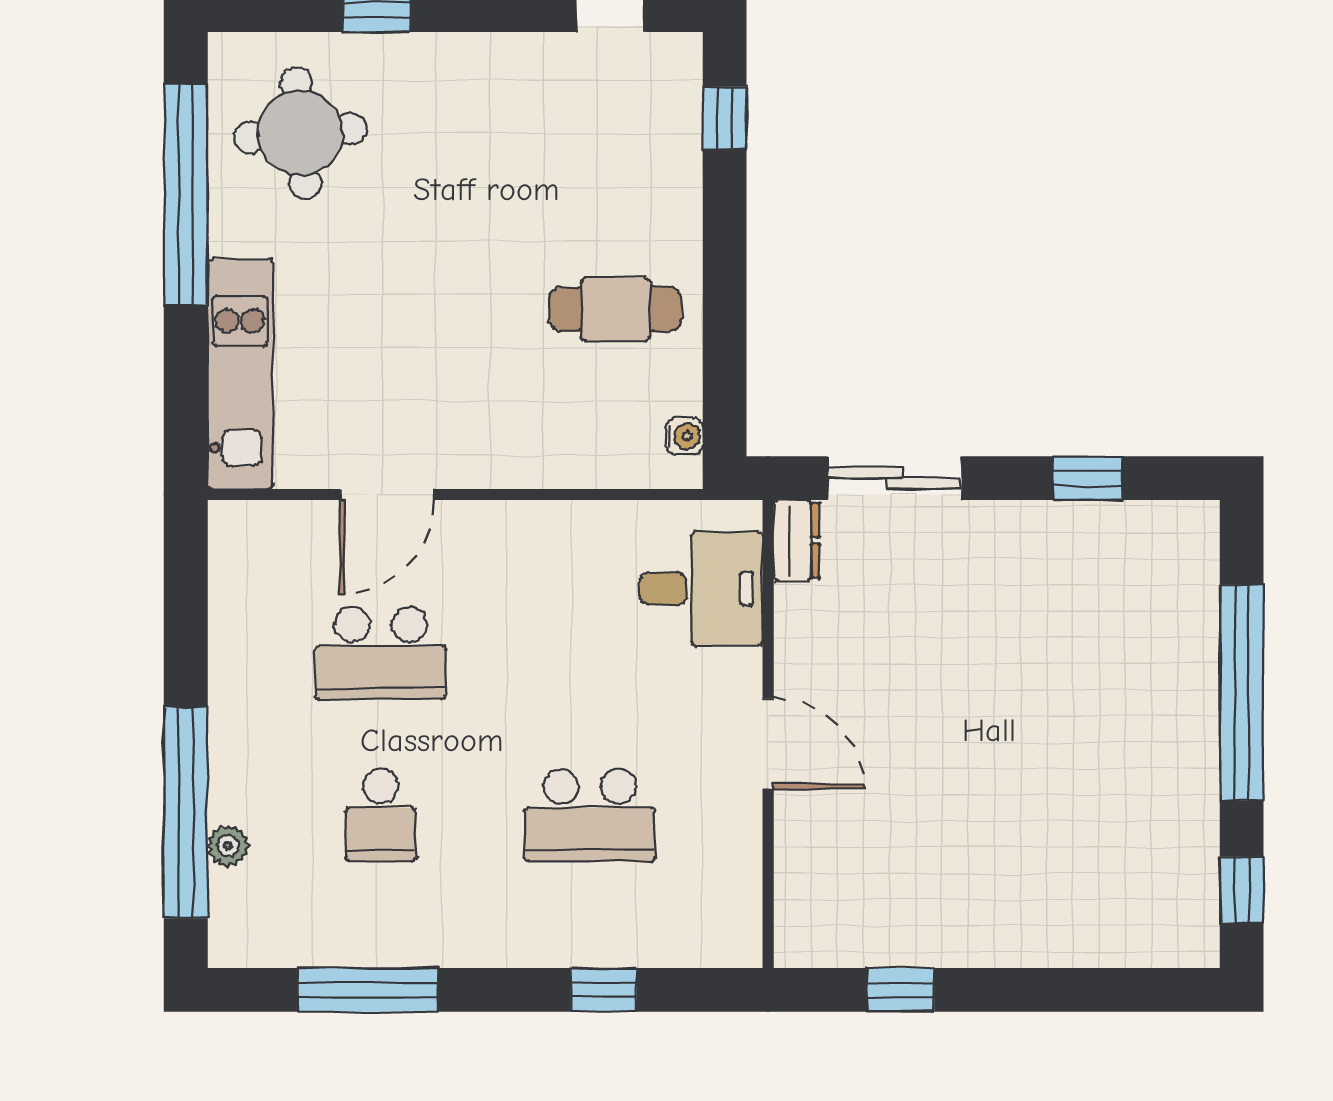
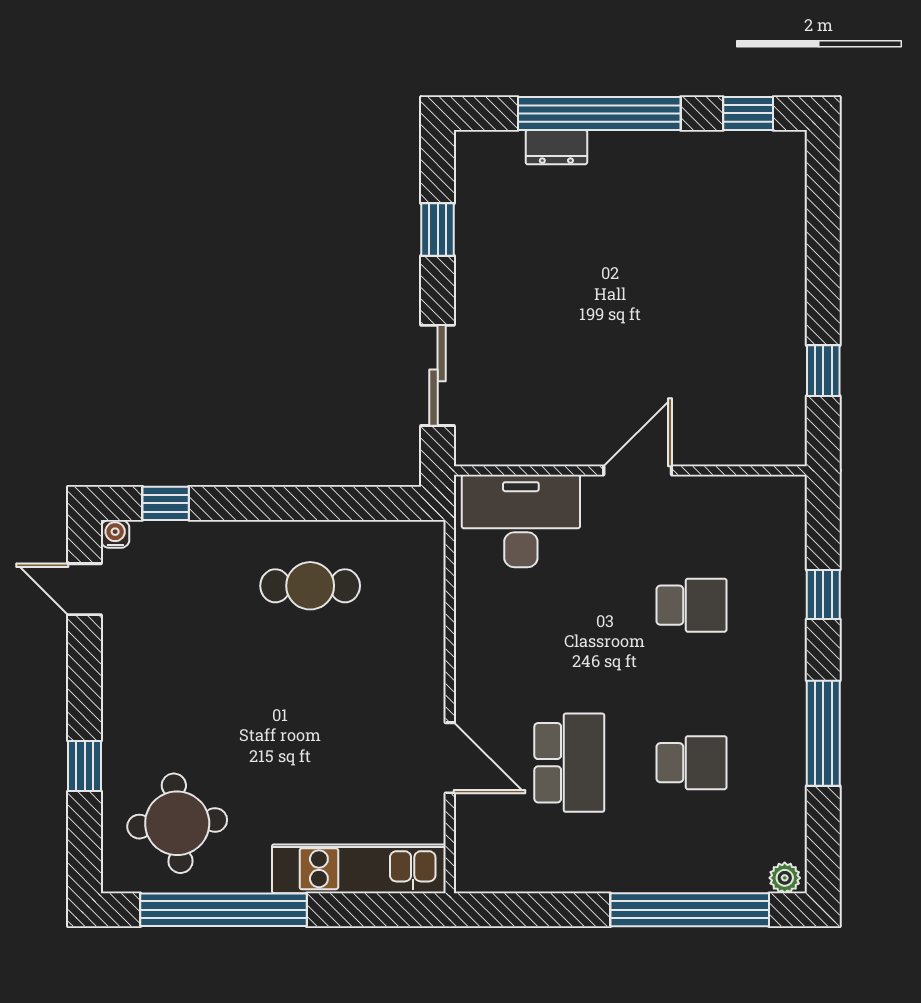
cafe table: (615, 309) -> (310, 586), turned 90
water cooler: (684, 436) -> (115, 534), moved
dresser: (796, 541) -> (556, 147), moved, turned 180
desk: (701, 589) -> (521, 521), width x1.37
school desk: (590, 815) -> (692, 605), width x0.54
plant: (228, 846) -> (785, 878), moved
window: (368, 990) -> (823, 733), moved

